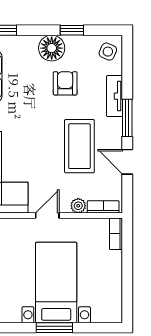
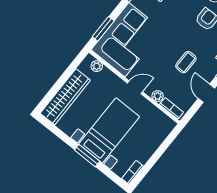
coffee table: (79, 146) -> (186, 62), width x0.54, depth x0.58
bookcase: (116, 234) -> (132, 172), moved

